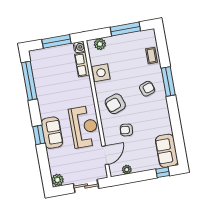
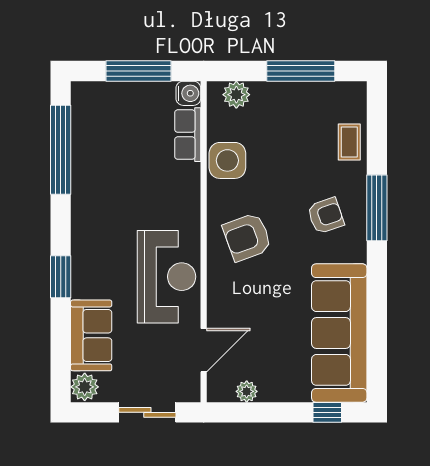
armchair: (126, 130) -> (262, 301), removed
sofa: (52, 133) -> (91, 335), moved
sofa: (167, 151) -> (339, 333), width x1.85, depth x1.27

